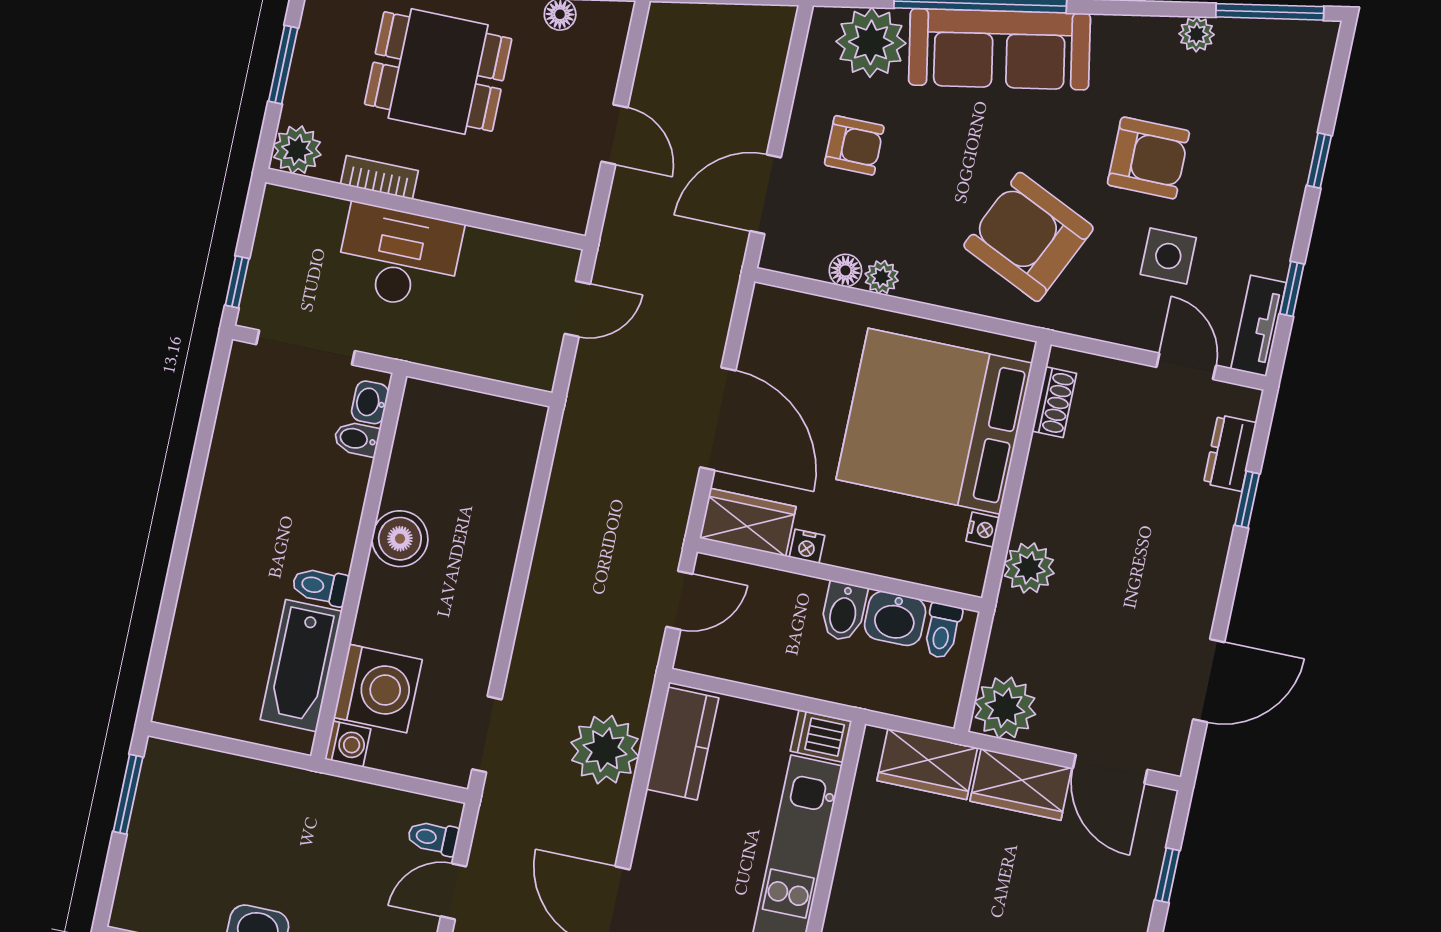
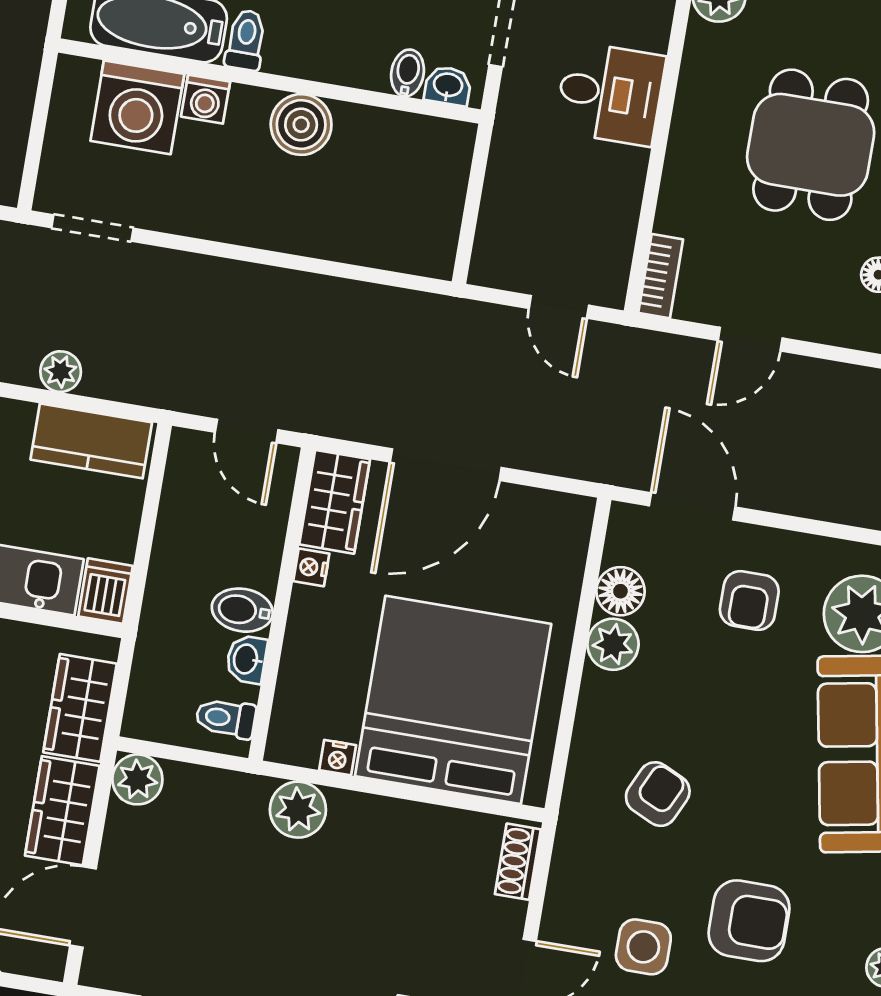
armchair: (1148, 158) -> (749, 921), turned -90
bookcase: (379, 177) -> (661, 276), moved
armchair: (1029, 237) -> (658, 794), width x0.53, depth x0.53
desk: (399, 257) -> (610, 94), width x0.73
floor lamp: (845, 270) -> (620, 591), width x1.37, depth x1.37
plant: (882, 277) -> (613, 644), width x1.38, depth x1.38
shoe rack: (1054, 402) -> (518, 862), moved, turned 90
washbasin: (895, 618) -> (247, 659), width x0.72, depth x0.69
plant: (1005, 708) -> (137, 779), width x0.73, depth x0.73
washing machine: (348, 744) -> (206, 99), moved
plant: (605, 750) -> (61, 372), width x0.53, depth x0.53

